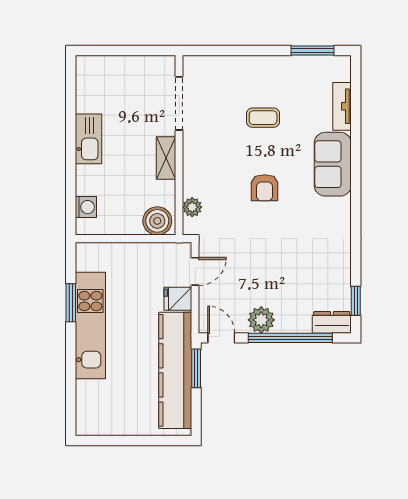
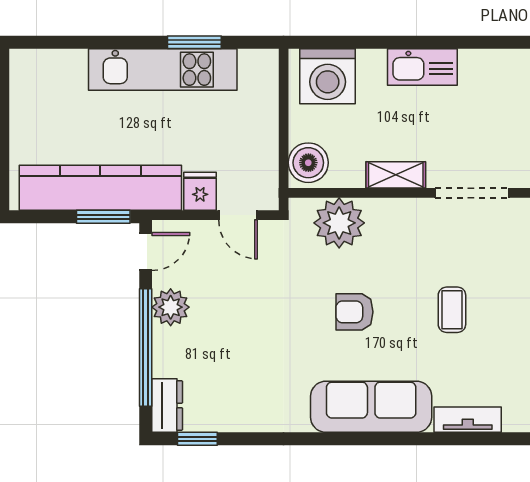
sofa: (333, 164) -> (371, 407), width x1.36
washing machine: (86, 207) -> (328, 76), width x1.89, depth x1.89
plant: (192, 207) -> (339, 223), width x1.88, depth x1.88

